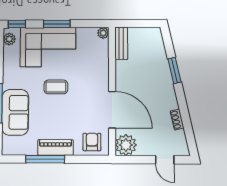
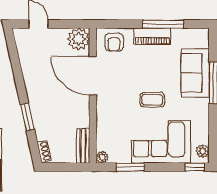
window: (57, 24) -> (130, 167), moved
shoe rack: (177, 120) -> (44, 151), moved

